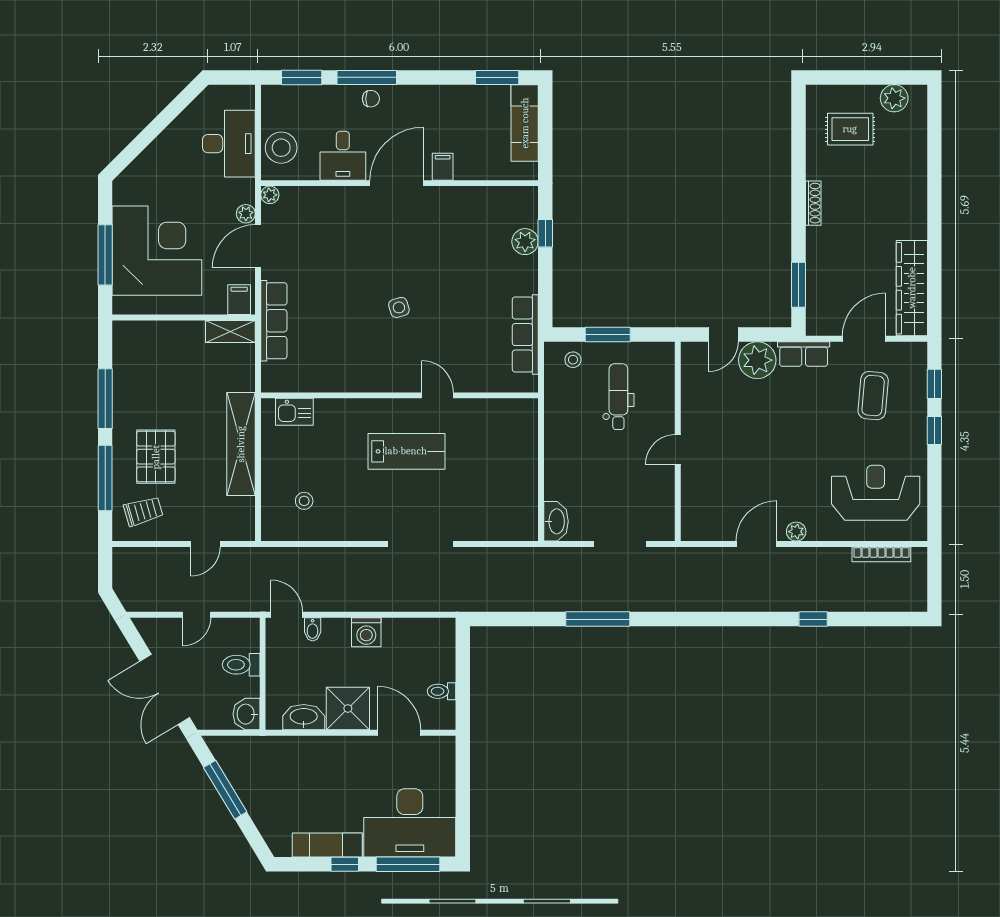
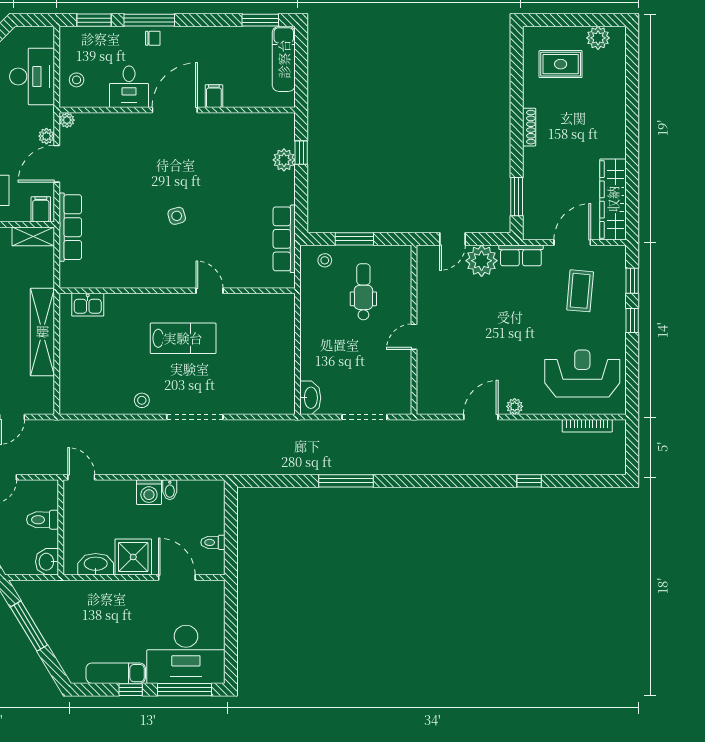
stool: (281, 148) -> (77, 80), width x0.53, depth x0.53
stool: (304, 501) -> (142, 400), moved
bidet: (313, 629) -> (170, 490), moved

